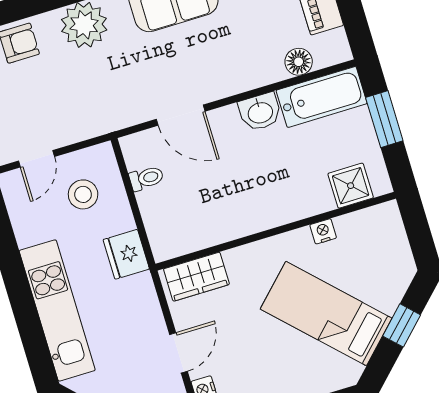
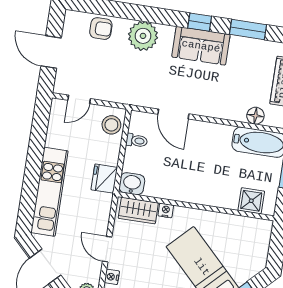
washbasin: (260, 112) -> (132, 184), moved, turned 180
stool: (83, 194) -> (111, 125), moved
nightstand: (323, 231) -> (166, 210), moved
door: (178, 353) -> (107, 249), swing flipped

